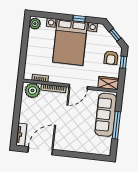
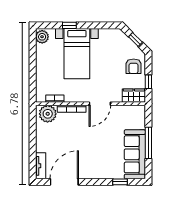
window: (79, 19) -> (69, 25), moved
bed with nightstands: (70, 42) -> (77, 54), width x0.73
window: (123, 62) -> (148, 82), moved
sofa: (106, 115) -> (135, 154), moved
window: (88, 156) -> (120, 182), added

